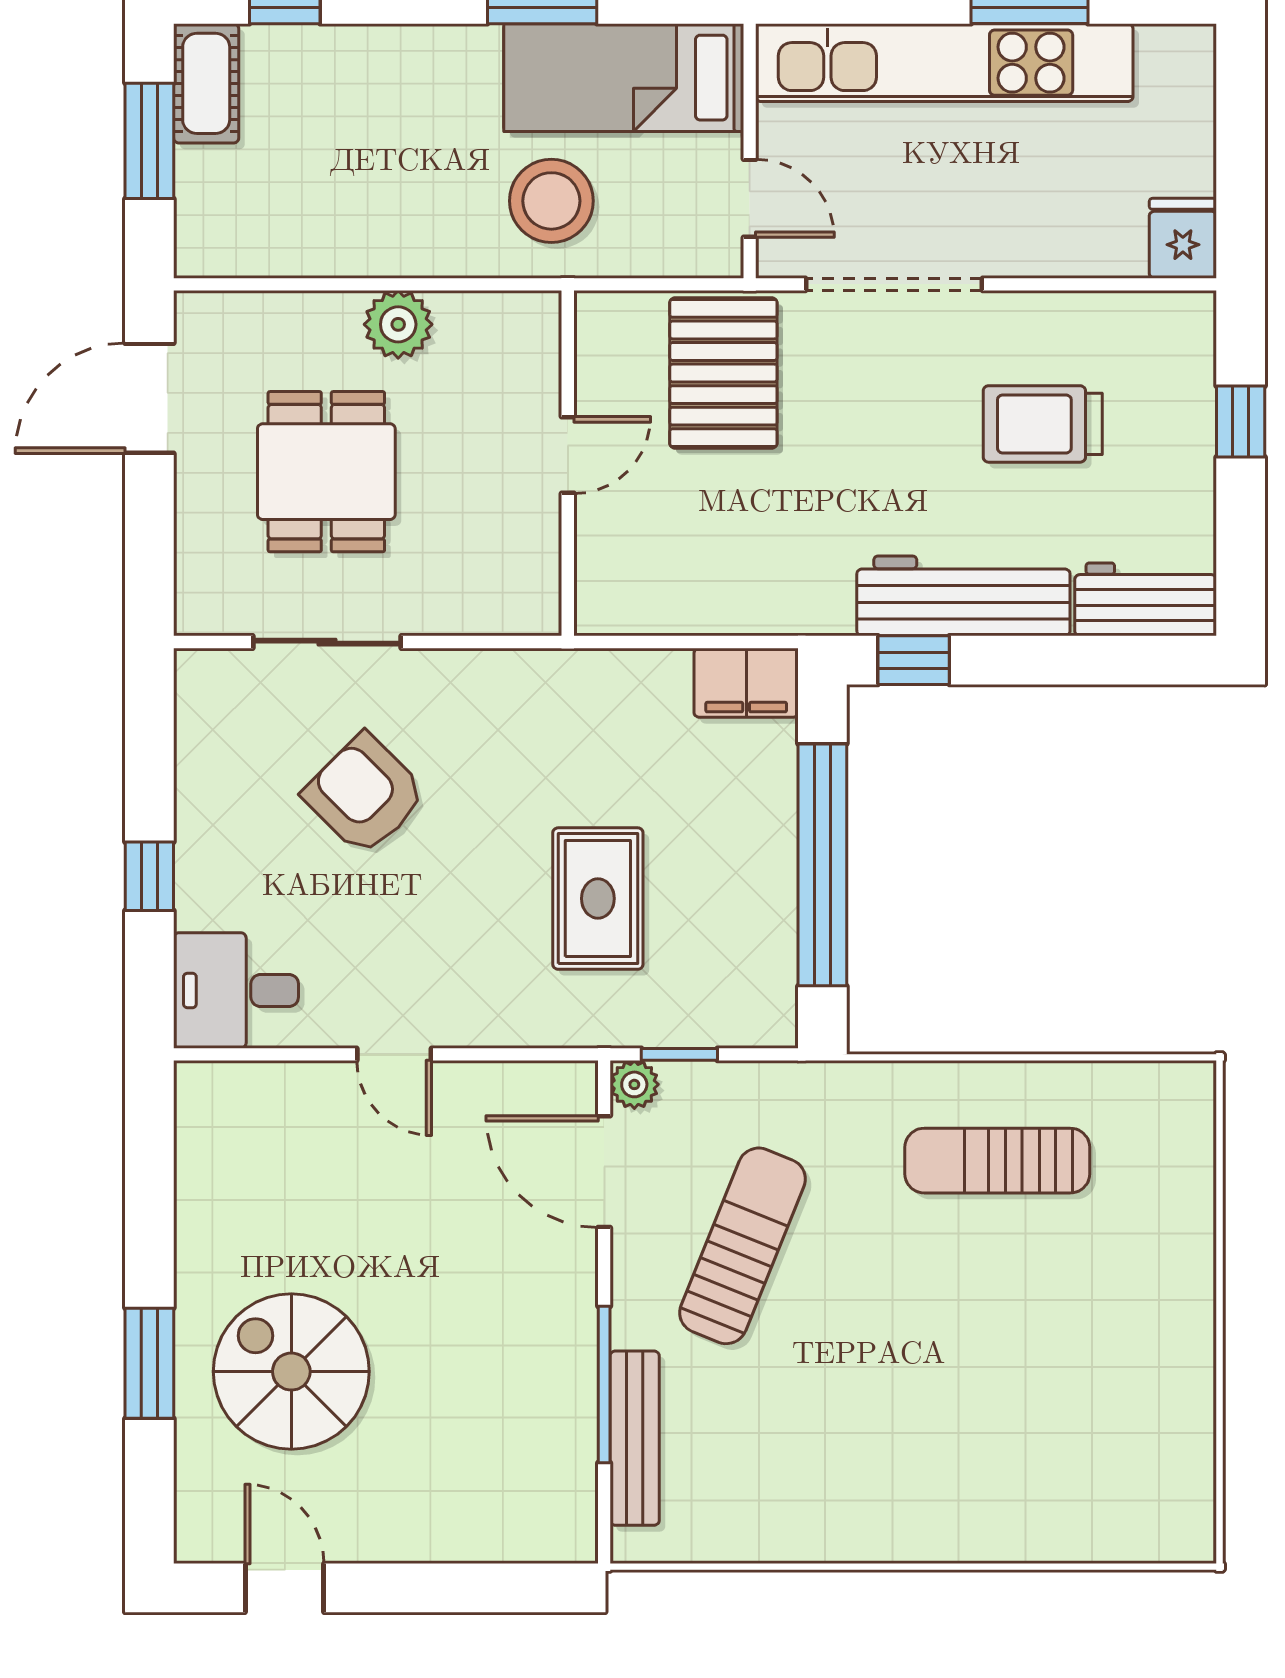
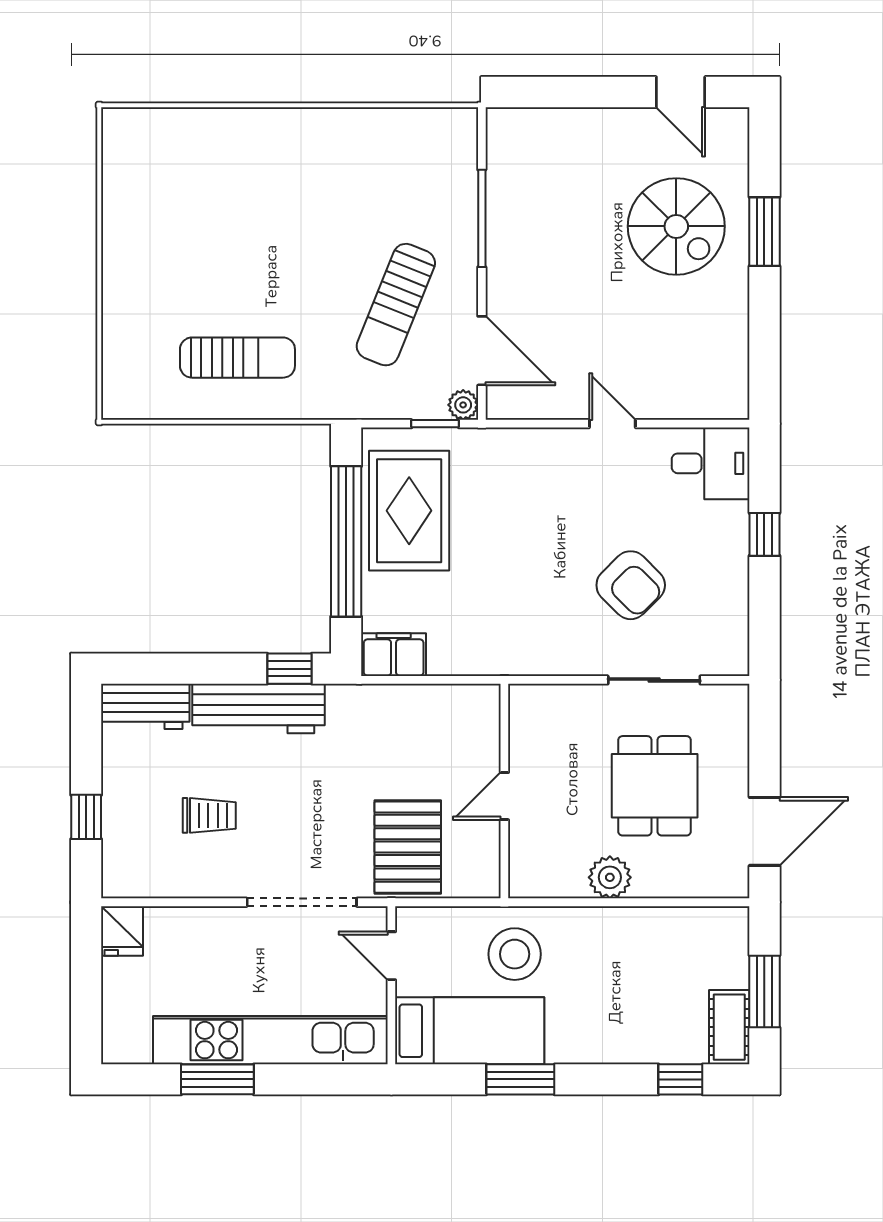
trolley: (1043, 424) -> (209, 815), width x0.73, depth x0.72
rug: (598, 899) -> (409, 511), moved, width x1.36, depth x1.43
bench: (635, 1438) -> (463, 185), removed

